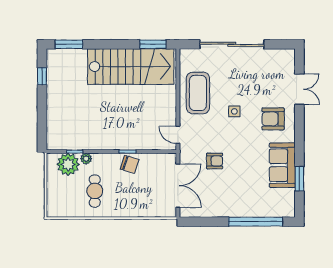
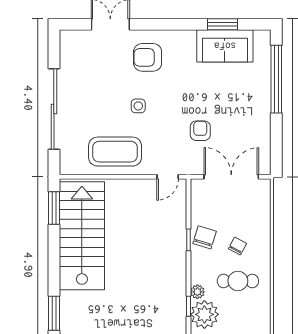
armchair: (273, 119) -> (148, 57), turned 90
sofa: (282, 165) -> (225, 46), moved
chair: (123, 191) -> (237, 246), added

